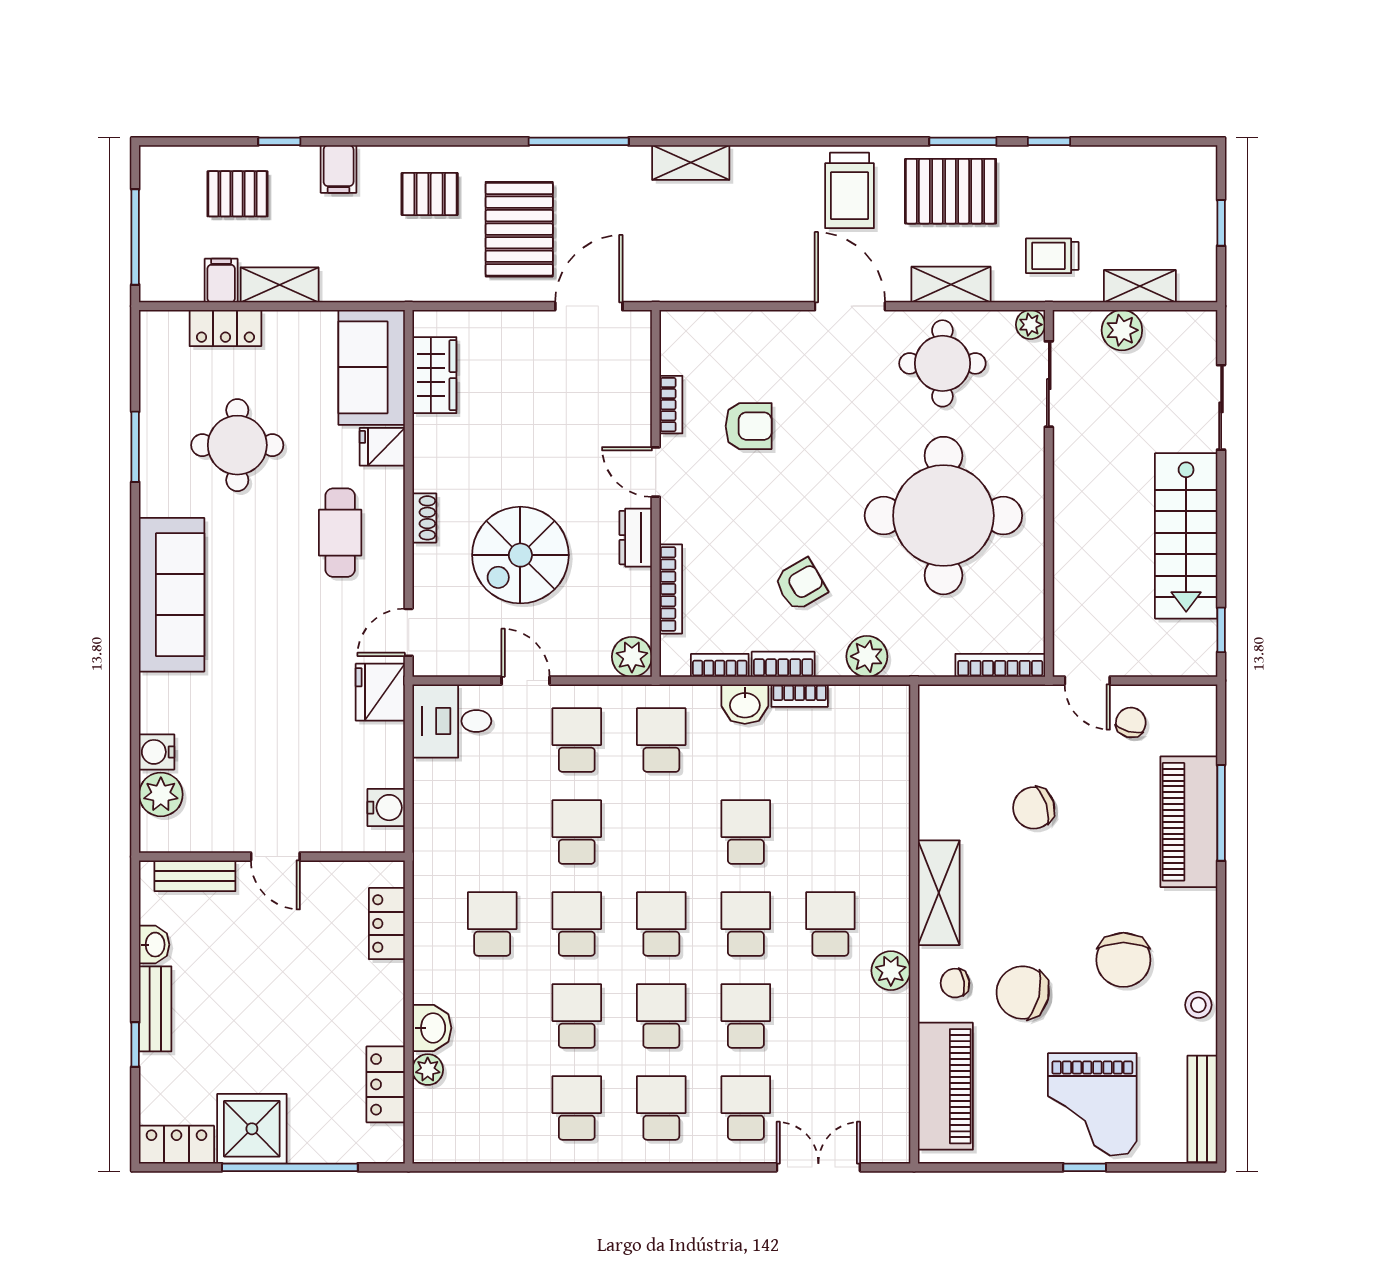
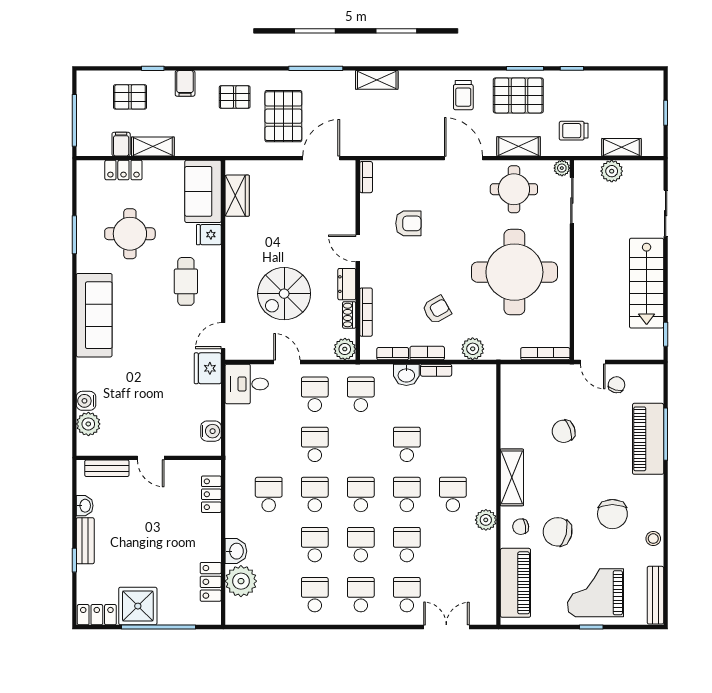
trolley: (850, 190) -> (463, 95), width x0.73, depth x0.72
bookcase: (671, 405) -> (366, 177), moved
shoe rack: (424, 518) -> (349, 315), moved, turned 180
plant: (428, 1070) -> (241, 581), width x1.87, depth x1.87
grand piano: (1092, 1104) -> (595, 593), turned 90

